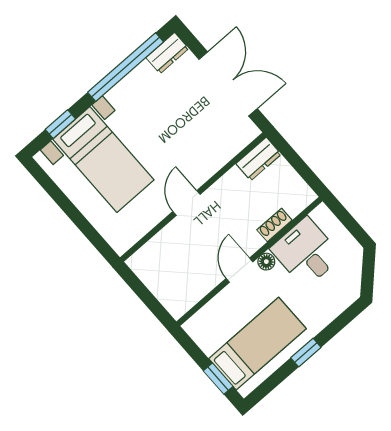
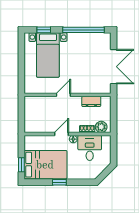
dresser: (167, 53) -> (102, 38), removed
dresser: (259, 159) -> (91, 101), moved
plant: (295, 201) -> (101, 127), added
bed: (257, 344) -> (45, 165), width x1.50

